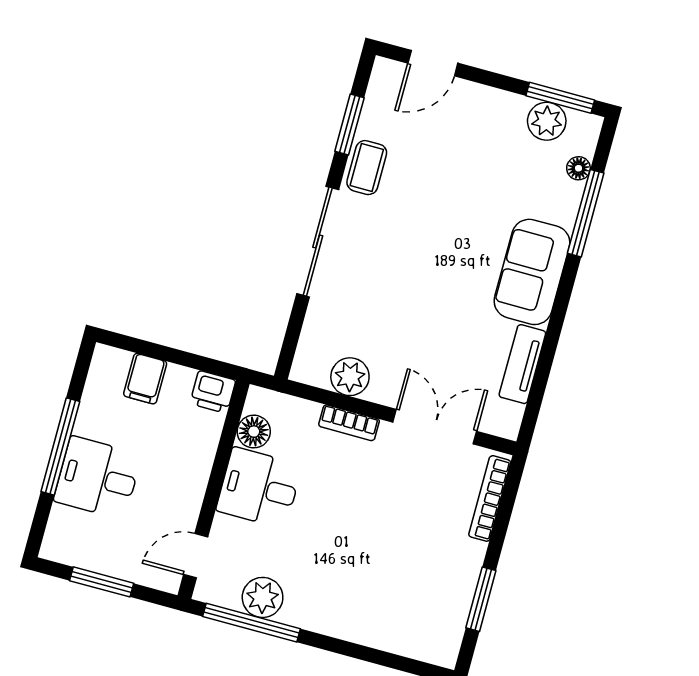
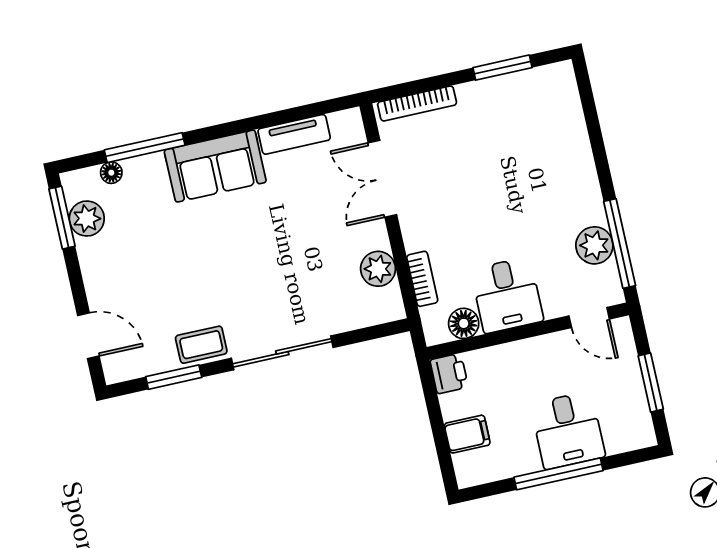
bookcase: (349, 423) -> (422, 279), moved

